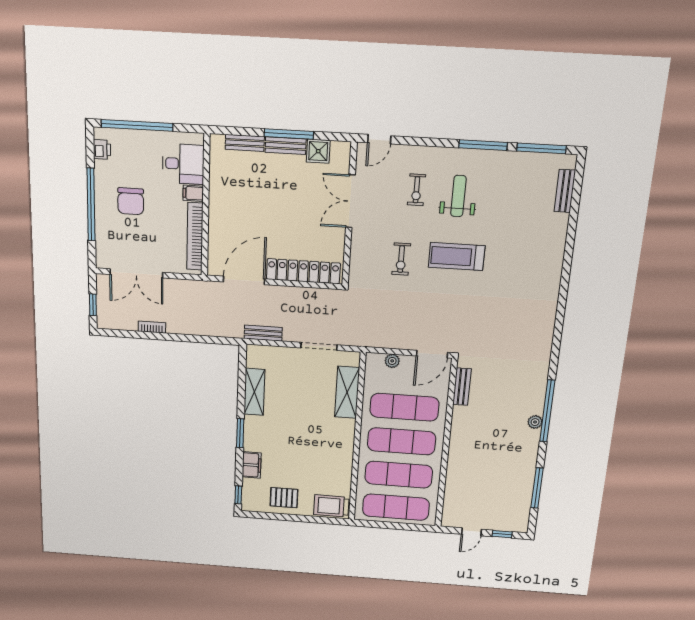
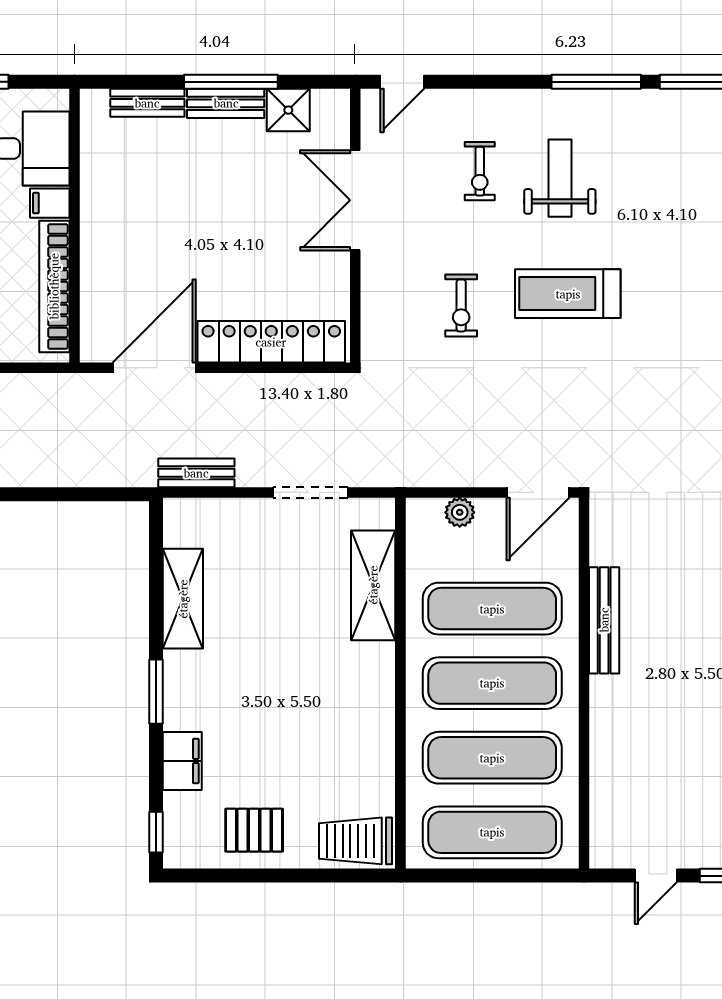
bench: (462, 387) -> (604, 620), moved, width x1.36

